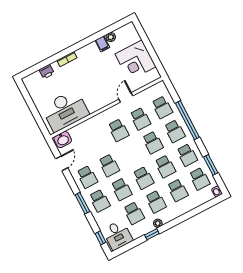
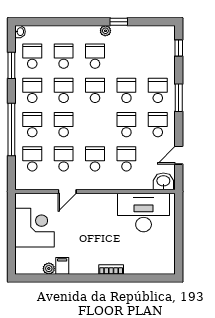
printer: (47, 72) -> (141, 267), removed
school desk: (134, 213) -> (126, 159), moved
desk: (118, 235) -> (158, 41), removed

